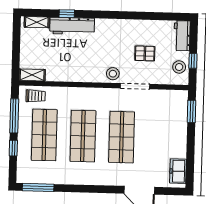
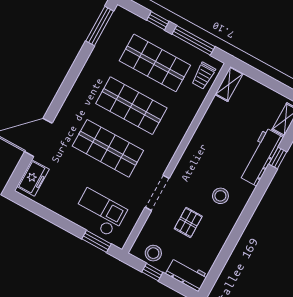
stool: (113, 74) -> (220, 196), moved
checkout: (170, 120) -> (100, 213), added
freezer: (178, 171) -> (33, 178), moved, turned 90

